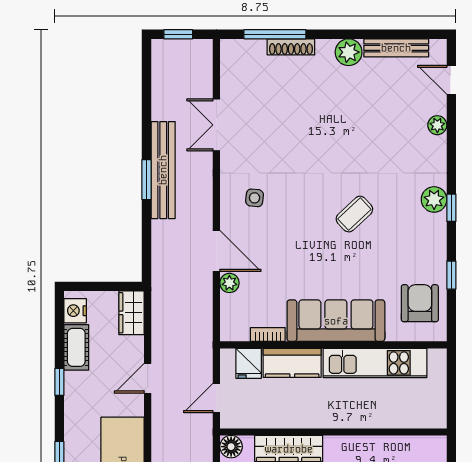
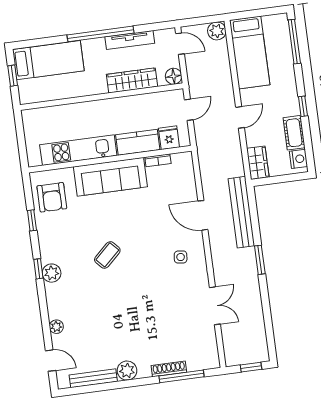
bench: (163, 170) -> (241, 212), moved
plant: (229, 283) -> (190, 194), removed

